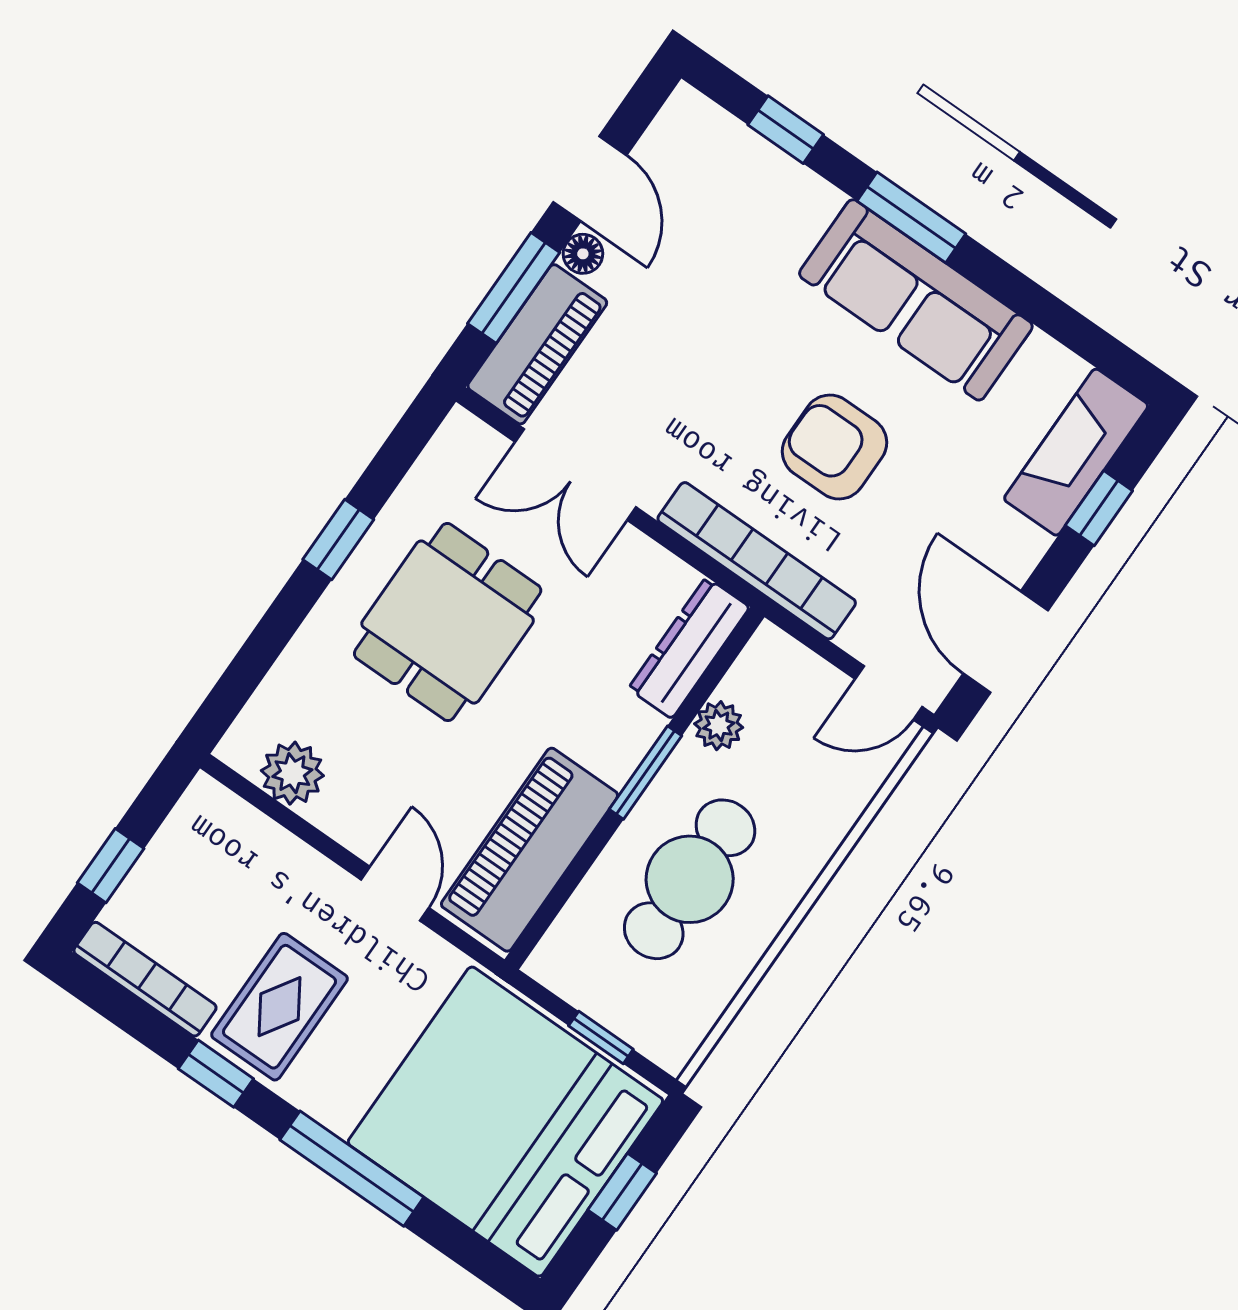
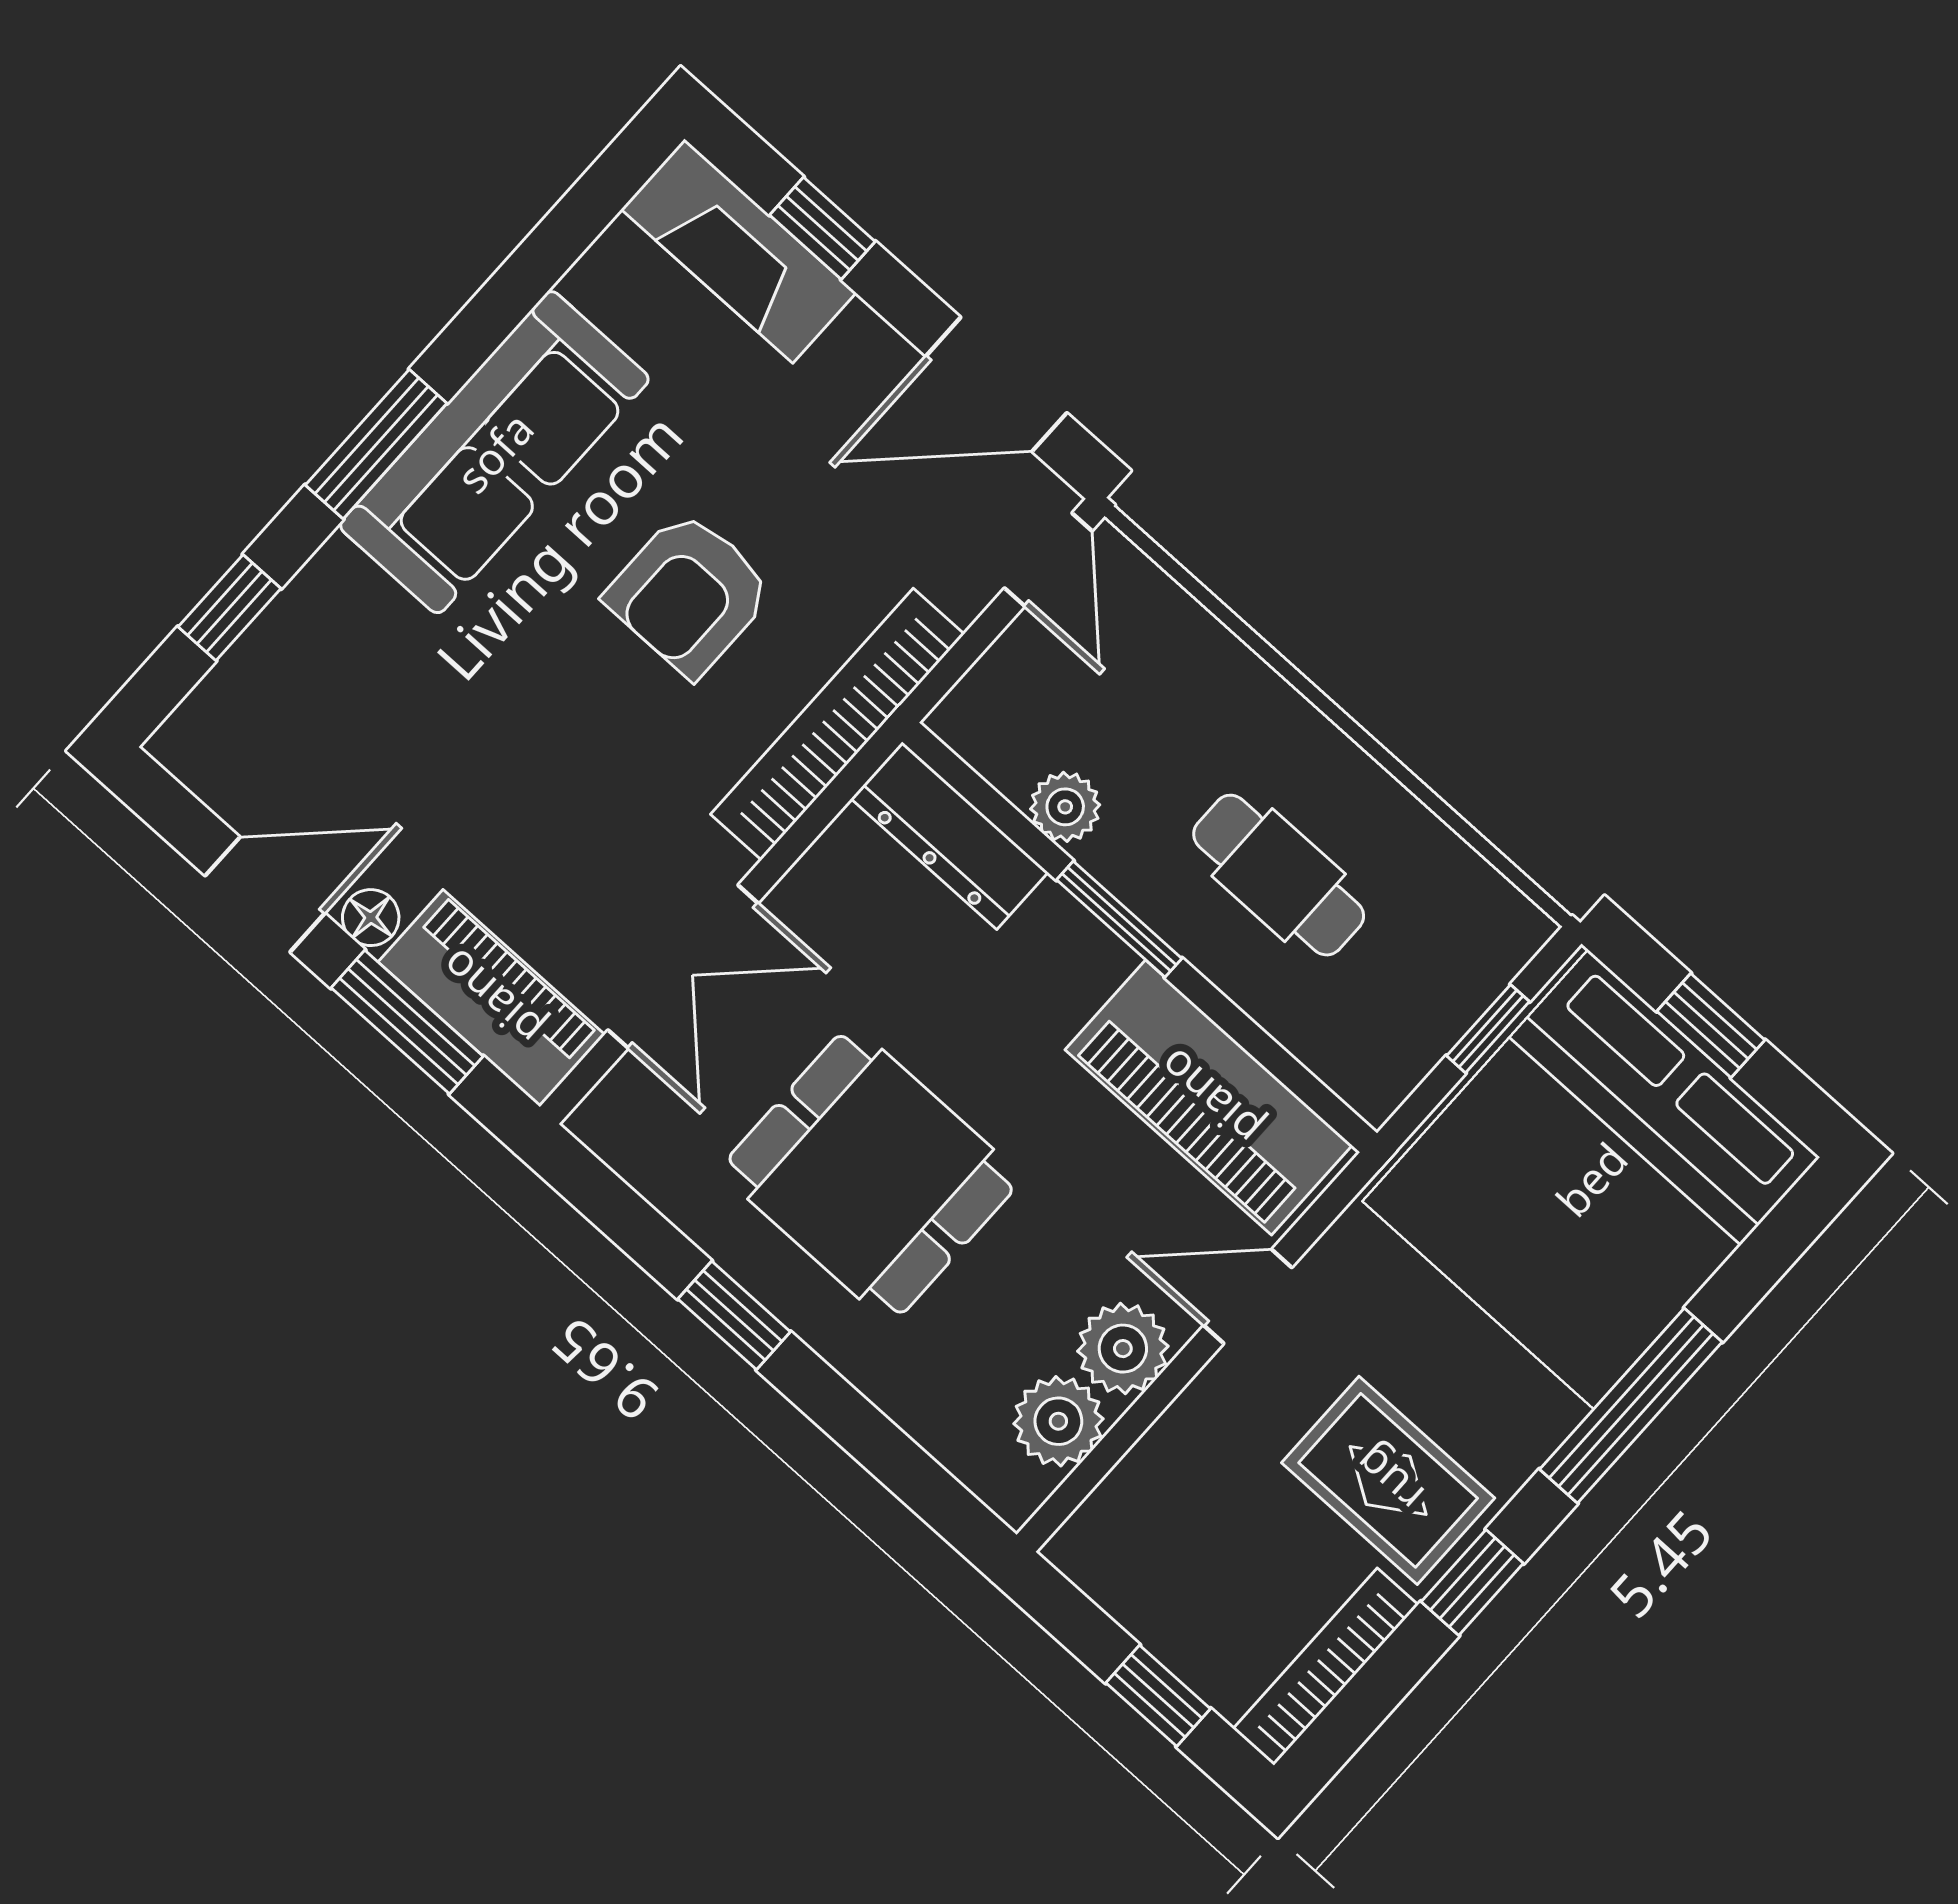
plant: (348, 812) -> (1123, 1349), added
cafe table: (690, 879) -> (1279, 875), width x0.73, depth x0.74

